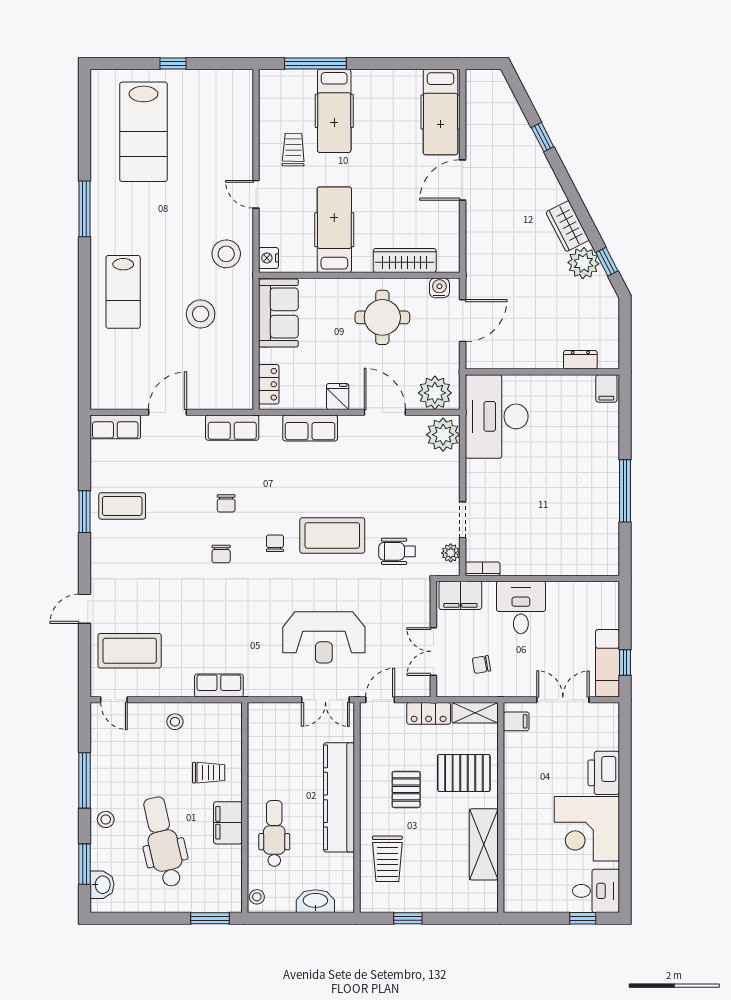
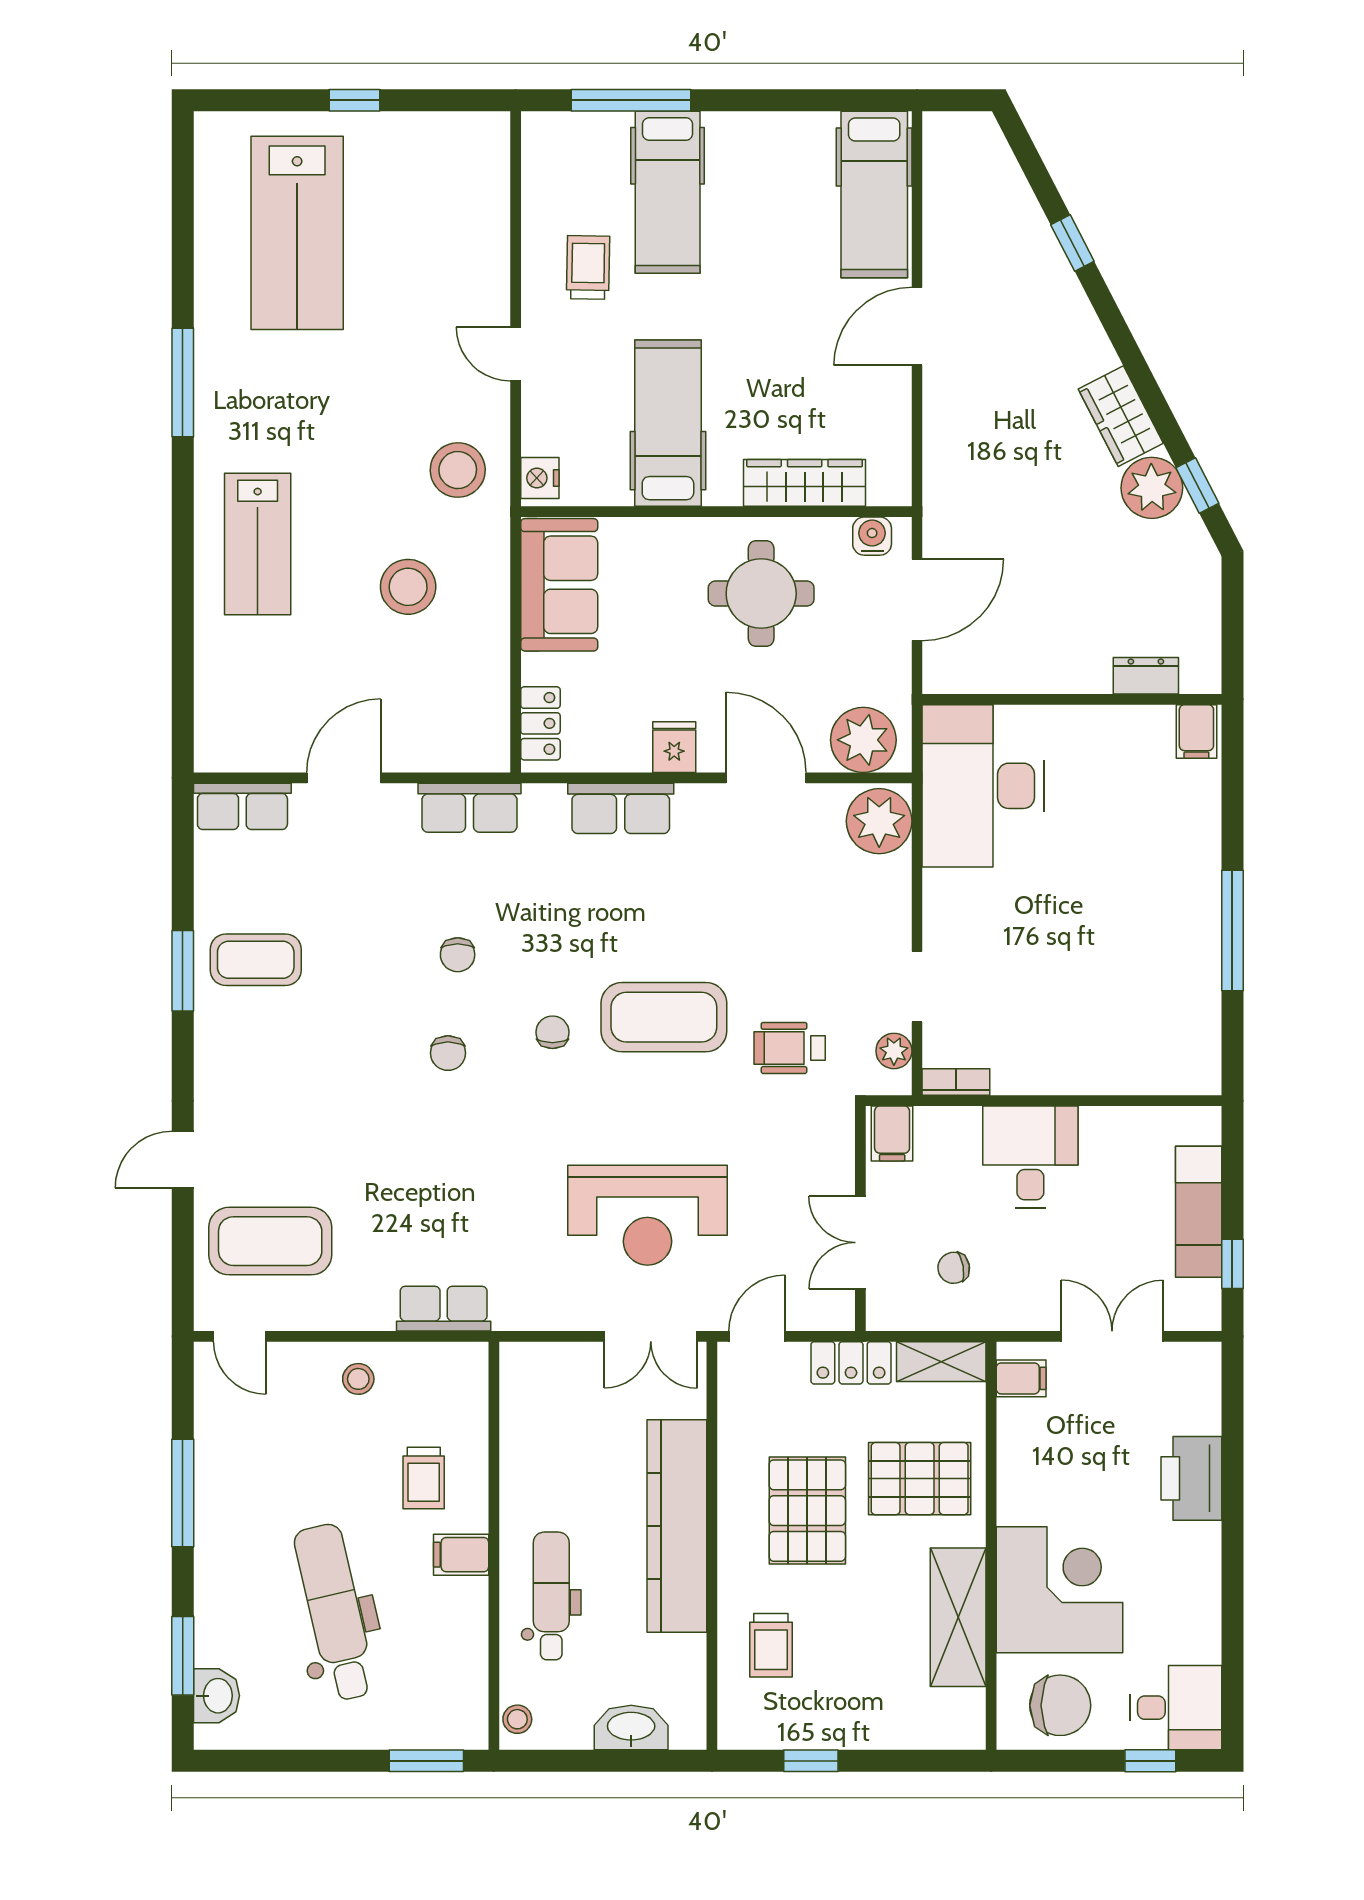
filing cabinet: (460, 595) -> (892, 1133), width x0.50
exam couch: (607, 663) -> (1199, 1212), moved
trolley: (209, 773) -> (424, 1478), turned 90
pallet: (406, 789) -> (807, 1511), width x1.50, depth x1.42
stool: (106, 819) -> (224, 1569), removed
filing cabinet: (228, 823) -> (461, 1555), width x0.50
corner desk: (587, 829) -> (1059, 1590), moved, turned 180
trolley: (387, 859) -> (771, 1645), width x0.73, depth x0.72
chair: (536, 890) -> (1060, 1705), added

